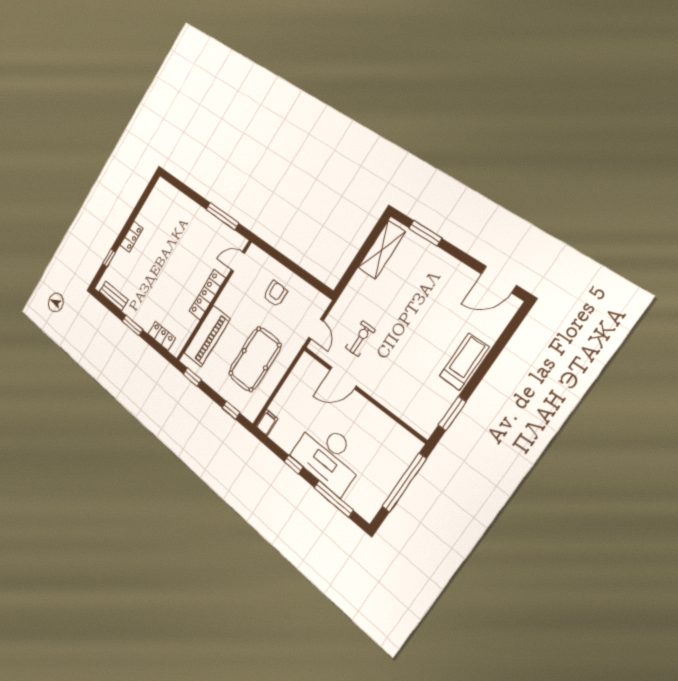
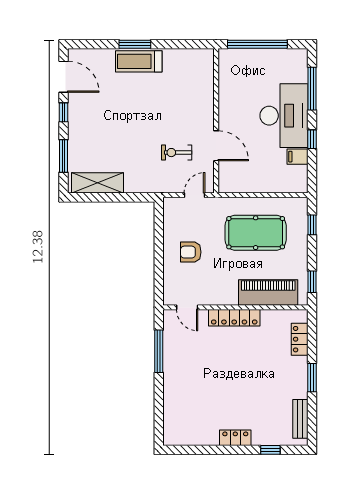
window: (465, 258) -> (63, 112), added
window: (452, 413) -> (135, 44), moved
filing cabinet: (267, 423) -> (298, 157), moved

